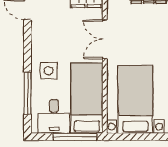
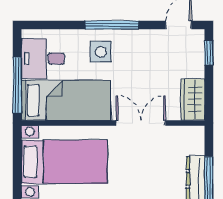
window: (28, 93) -> (112, 25), moved

